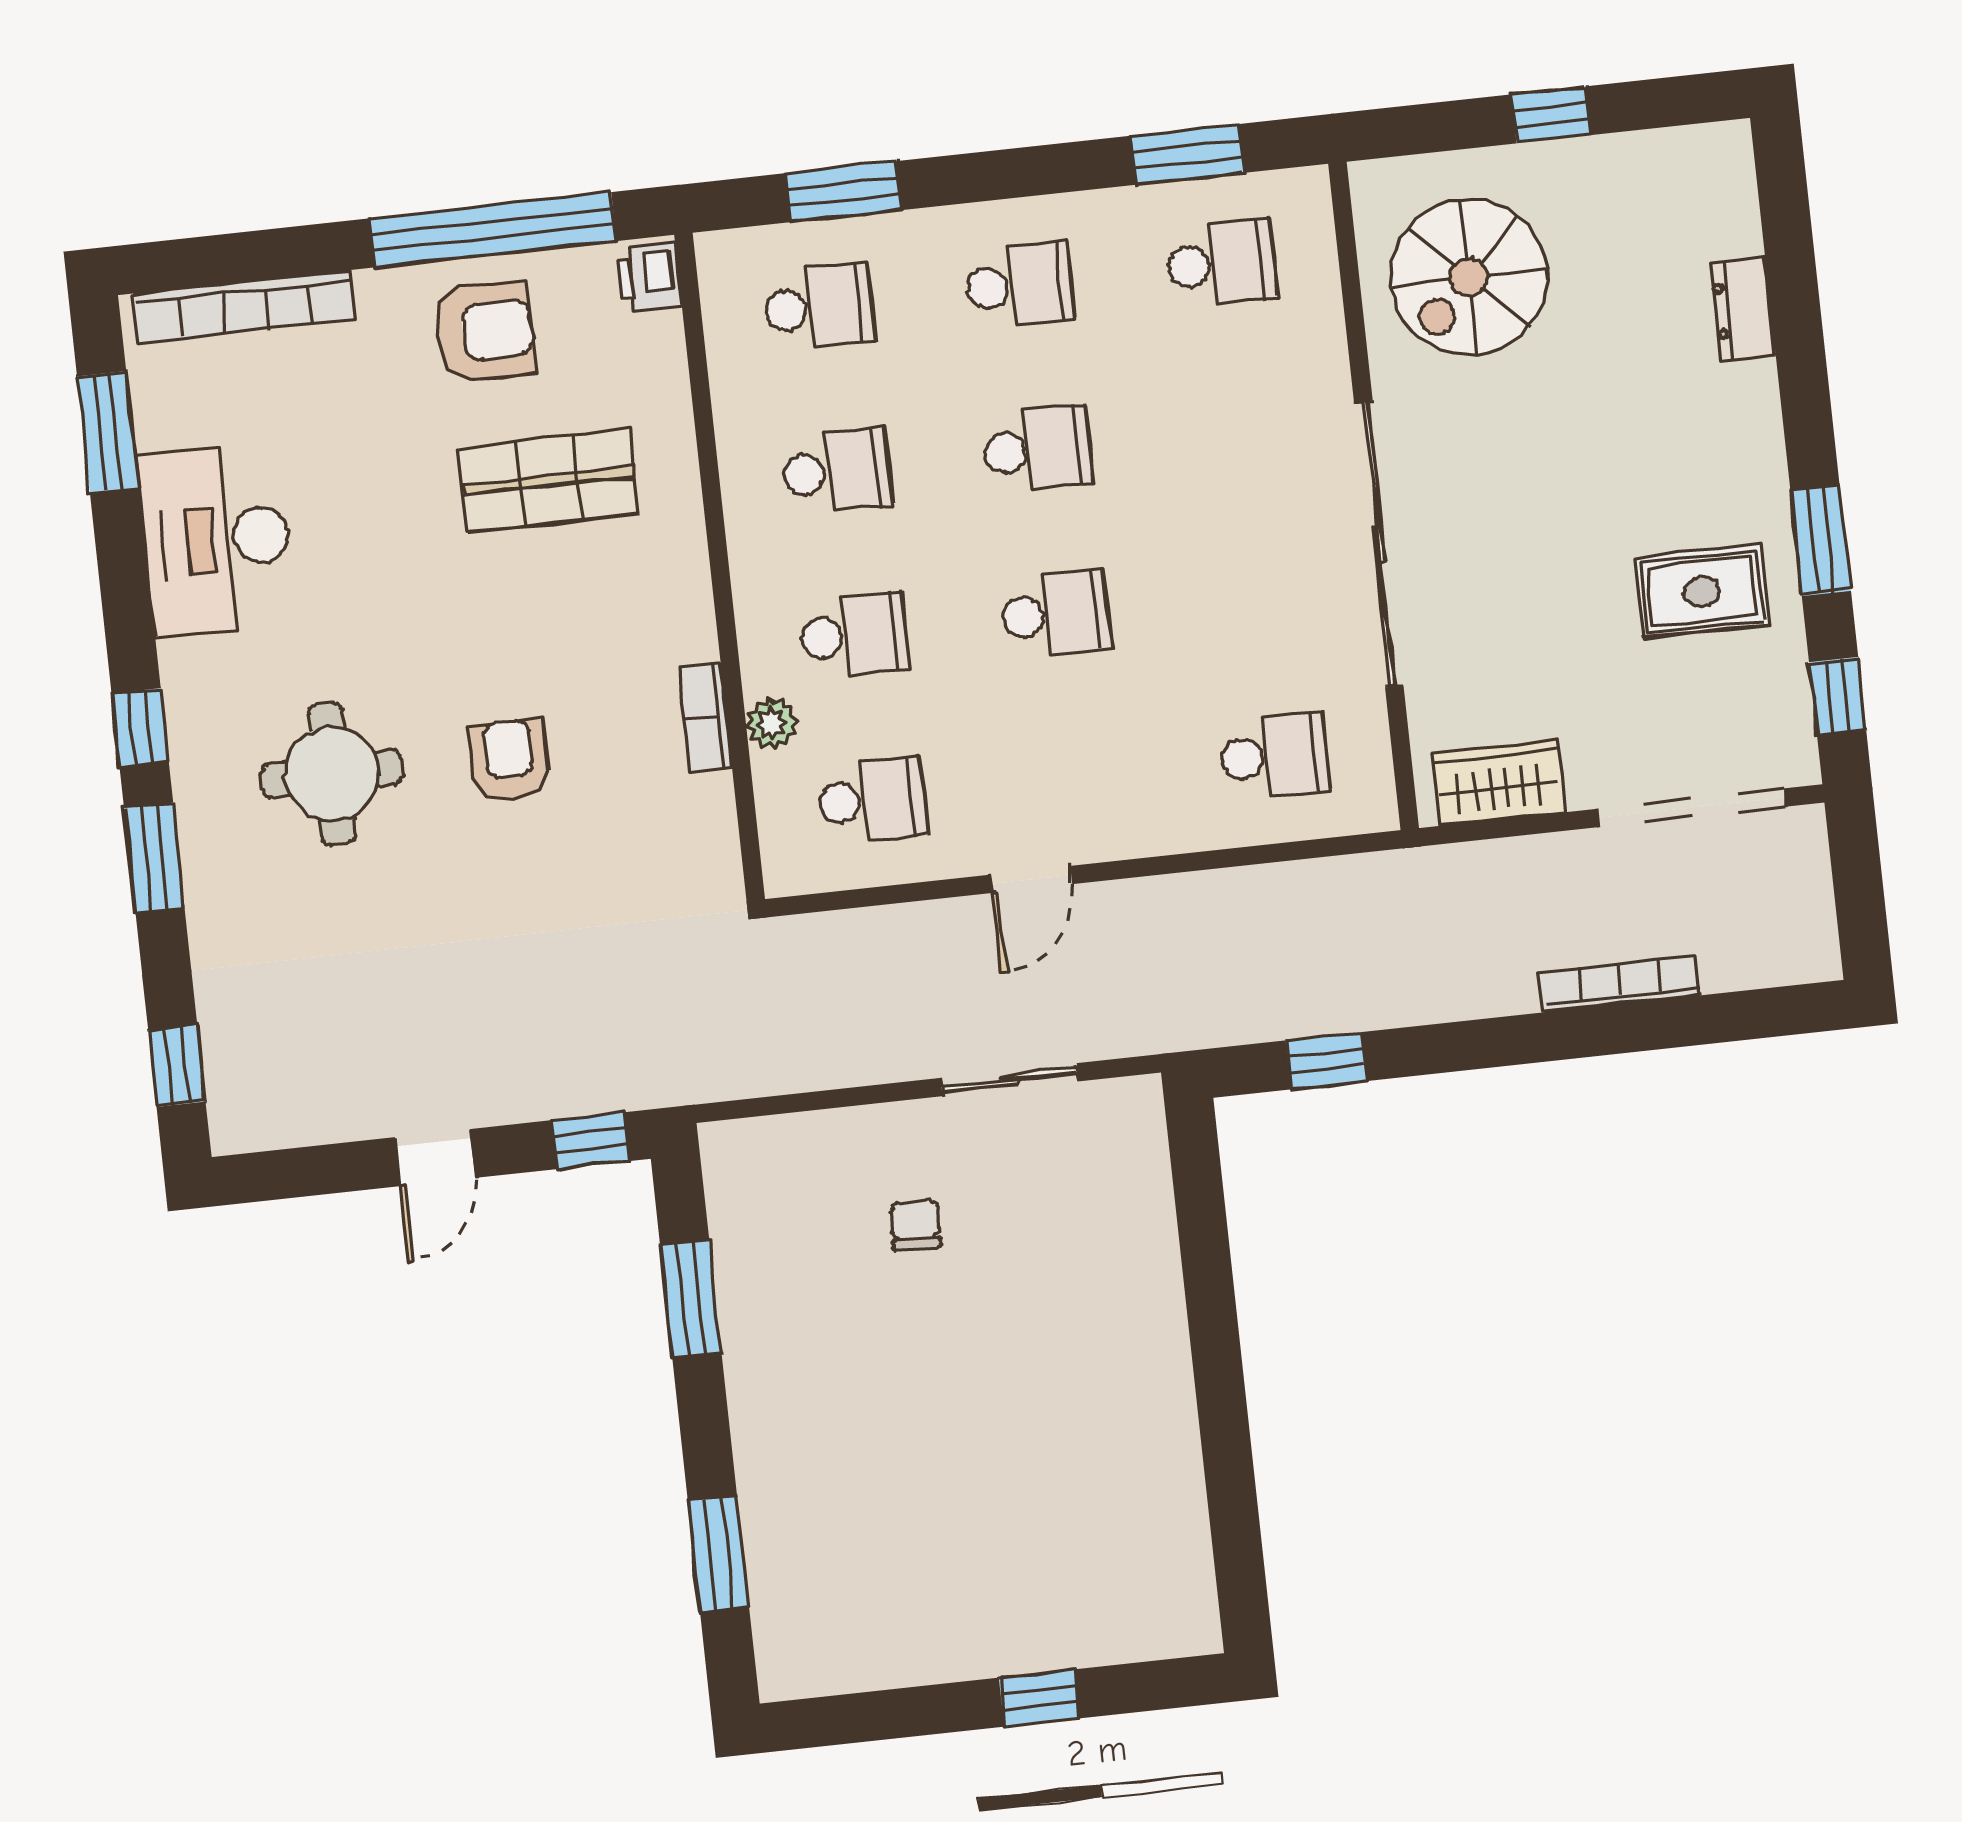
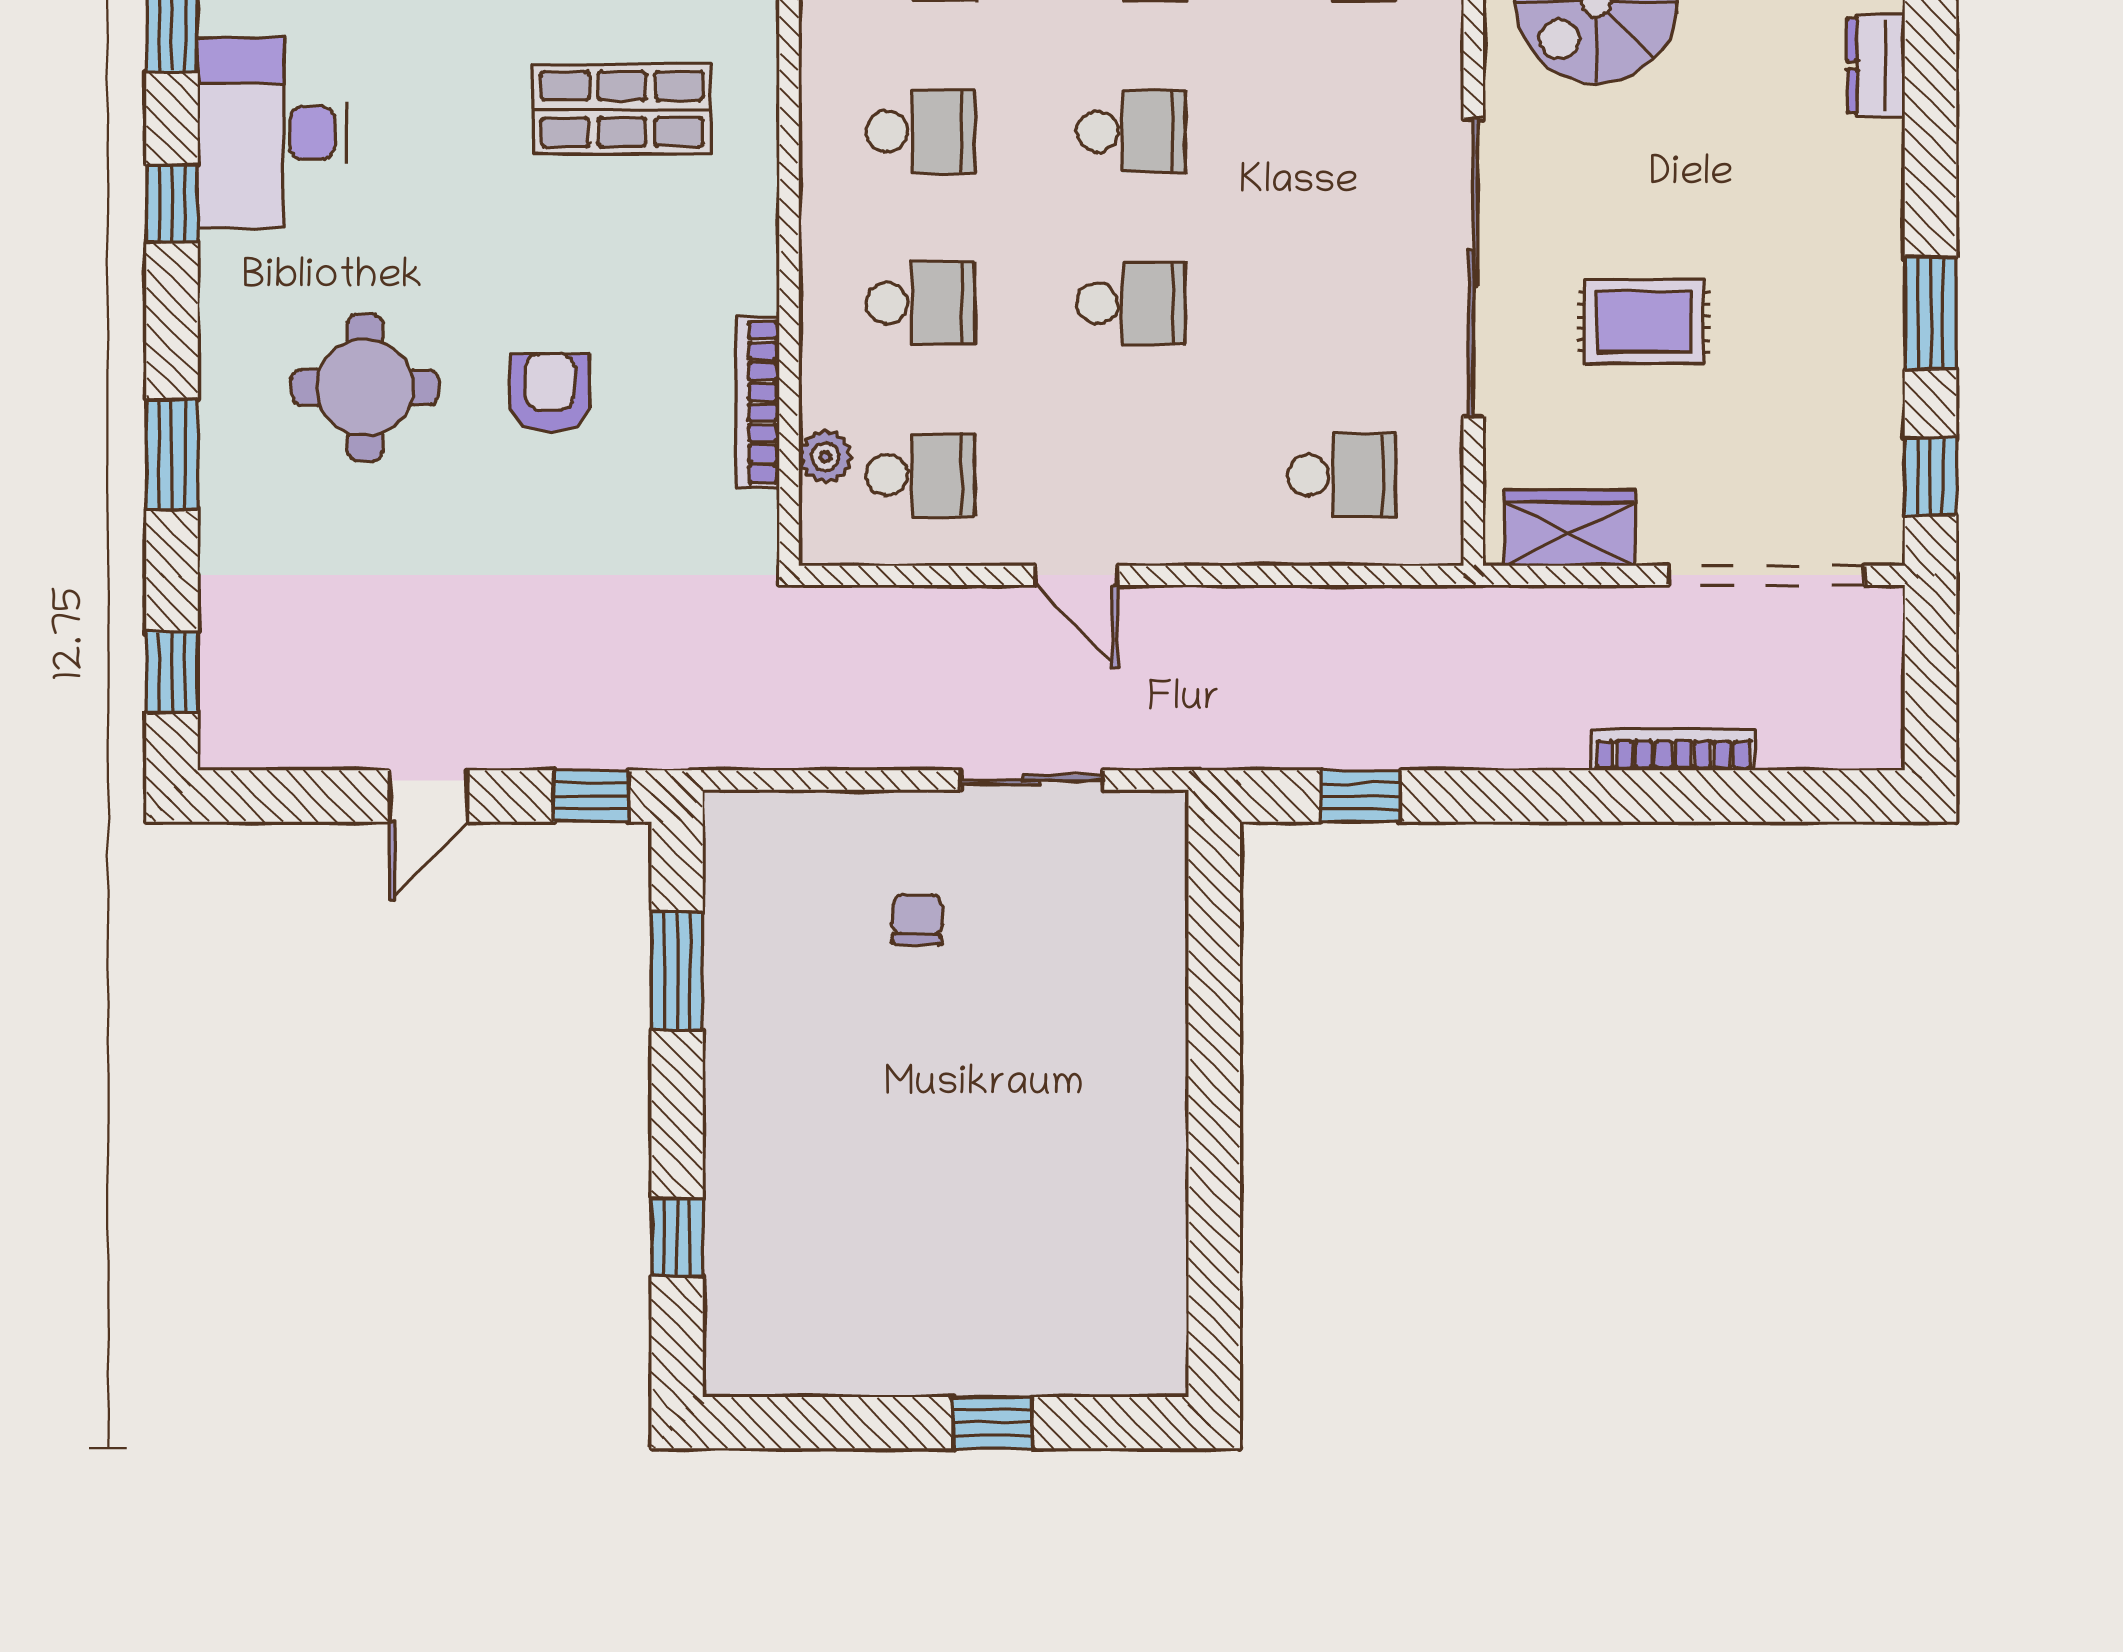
rug: (1701, 591) -> (1644, 322), moved
bookcase: (705, 718) -> (758, 402), width x1.56
plant: (772, 723) -> (825, 457), moved
window: (140, 728) -> (172, 204), moved
door: (1031, 879) -> (1076, 575), hinge flipped
window: (718, 1554) -> (677, 1237), width x0.67

